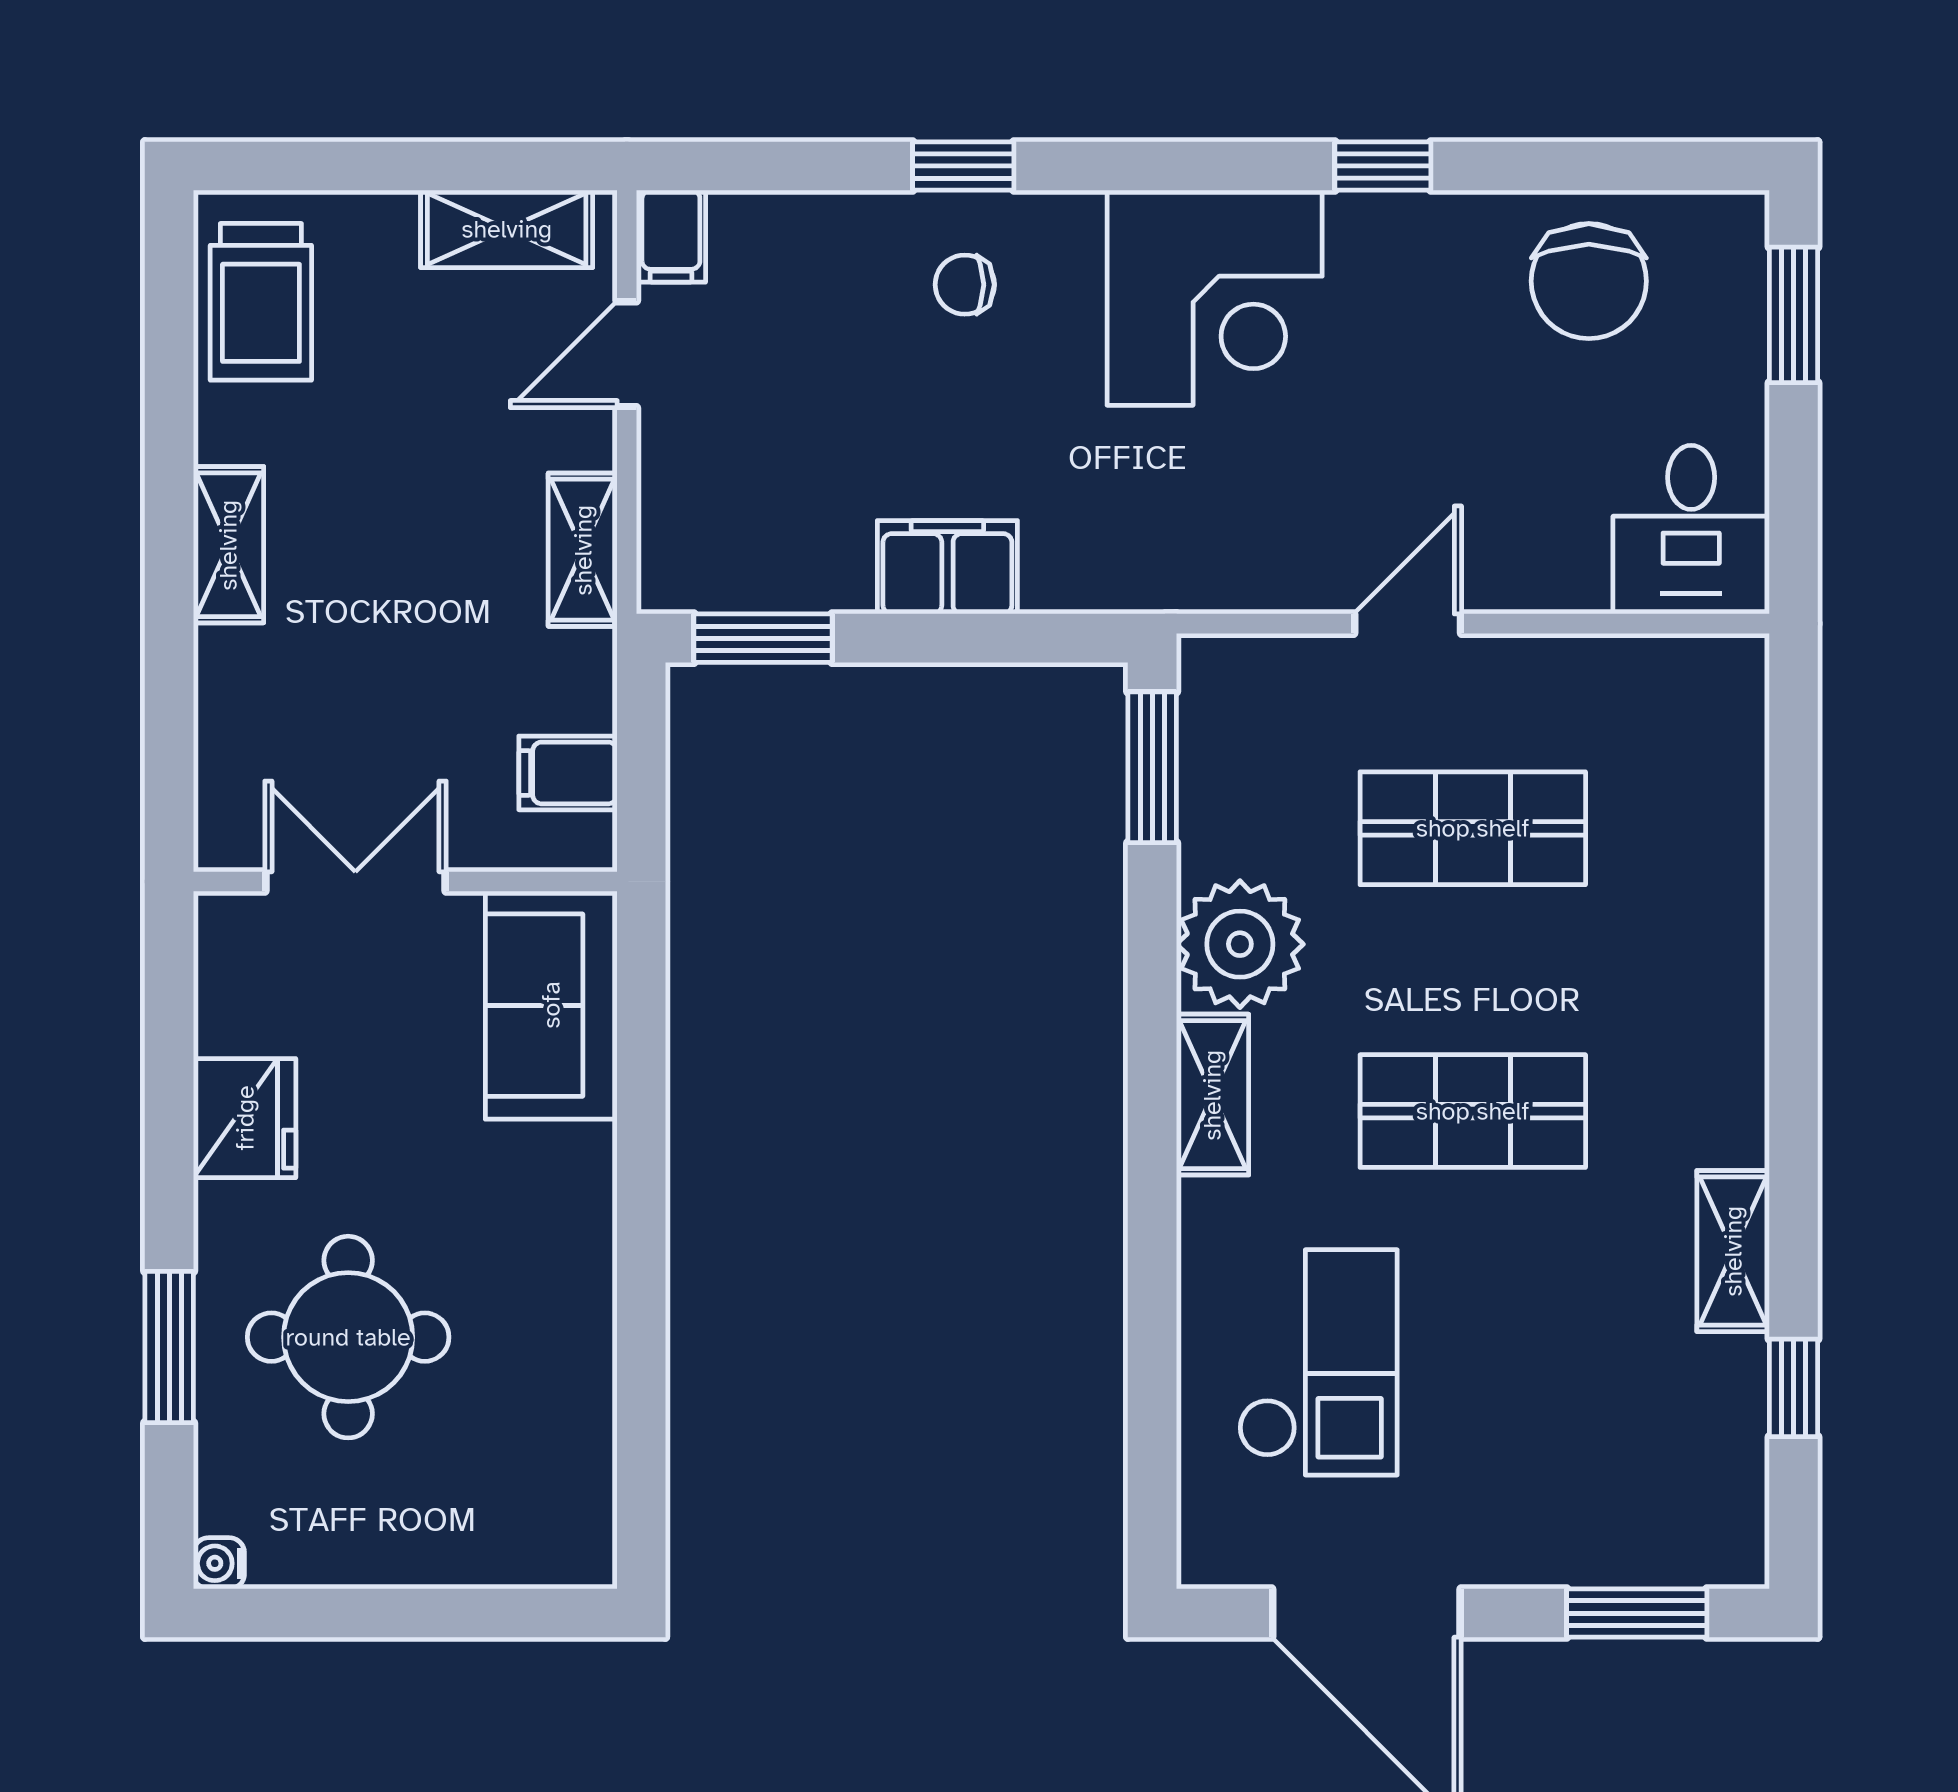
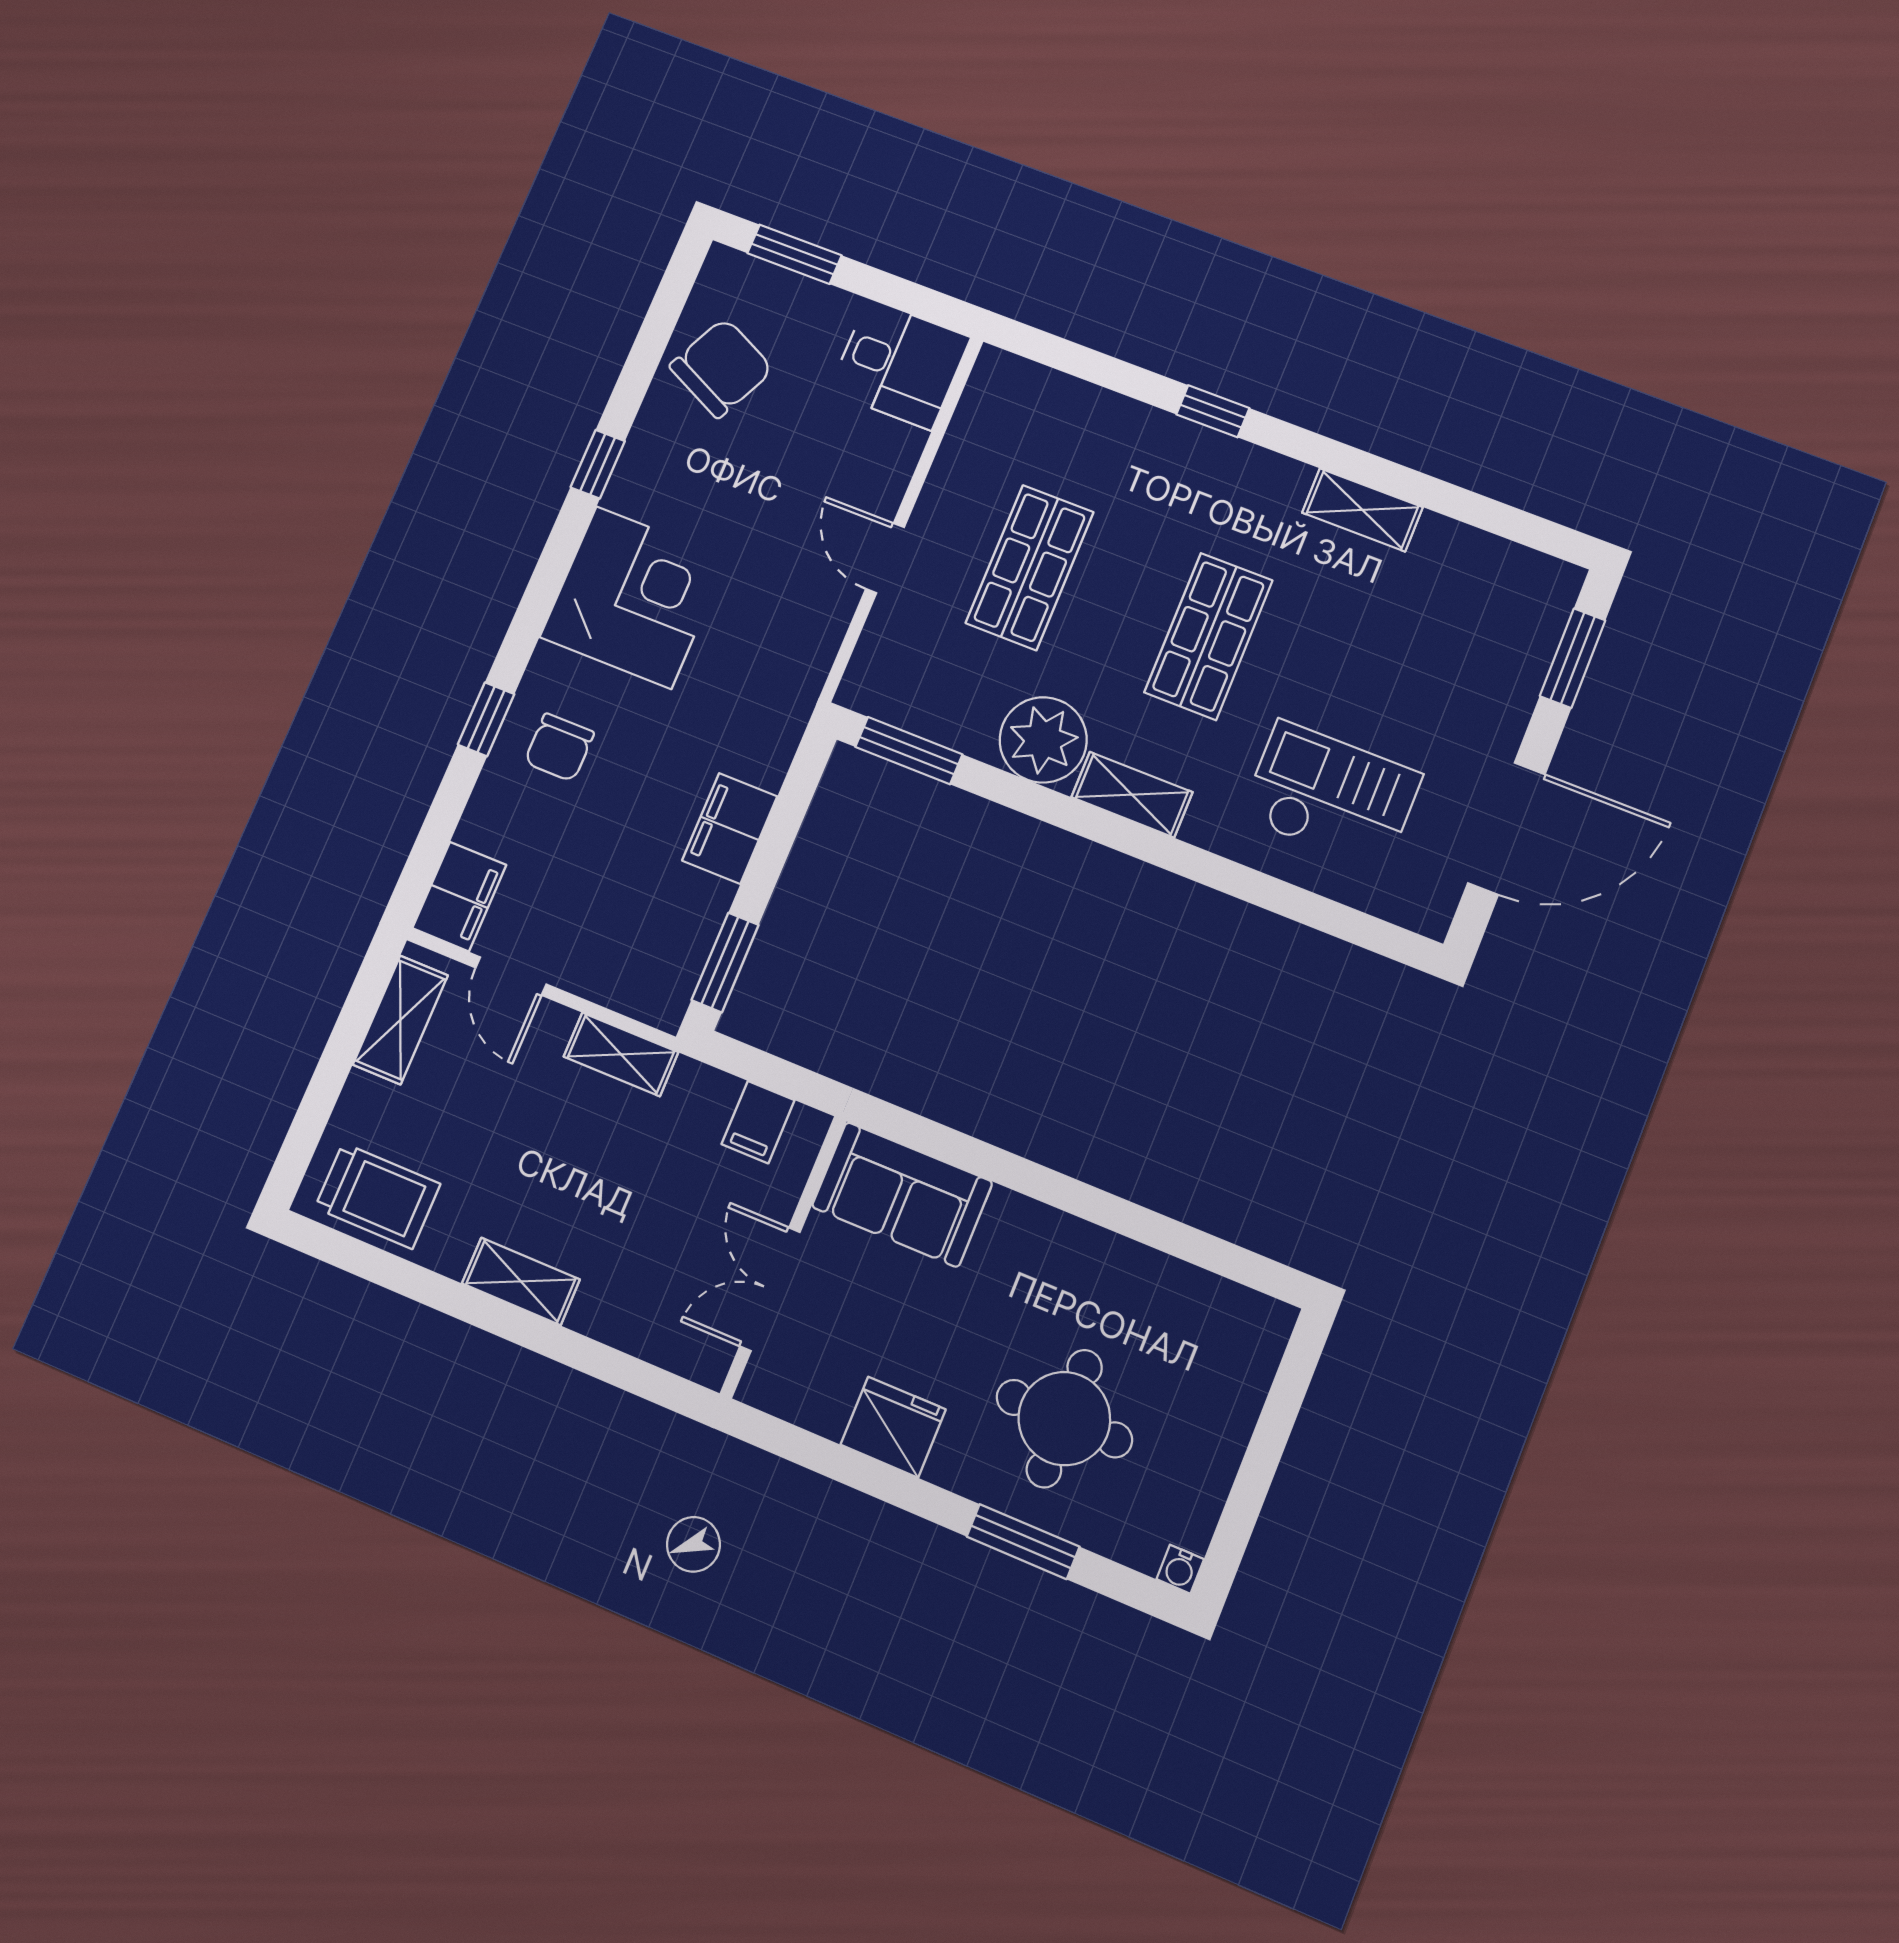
filing cabinet: (671, 236) -> (459, 897), width x2.00
chair: (1589, 281) -> (721, 368), turned -64
chair: (965, 285) -> (559, 747), width x1.37, depth x1.37
window: (1793, 1388) -> (1213, 411), moved

